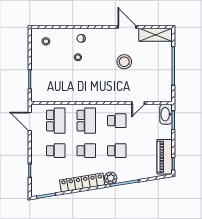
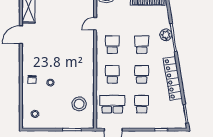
stool: (124, 62) -> (79, 104), moved
door: (138, 103) -> (95, 24), swing flipped
school desk: (86, 121) -> (112, 74), width x0.54
plant: (111, 178) -> (166, 35), moved

